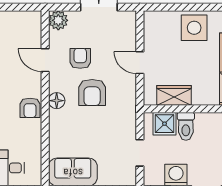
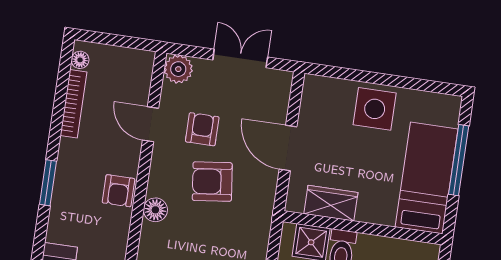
door: (140, 63) -> (288, 148), width x1.38
armchair: (92, 93) -> (212, 182), turned 83
floor lamp: (57, 101) -> (155, 210), moved

